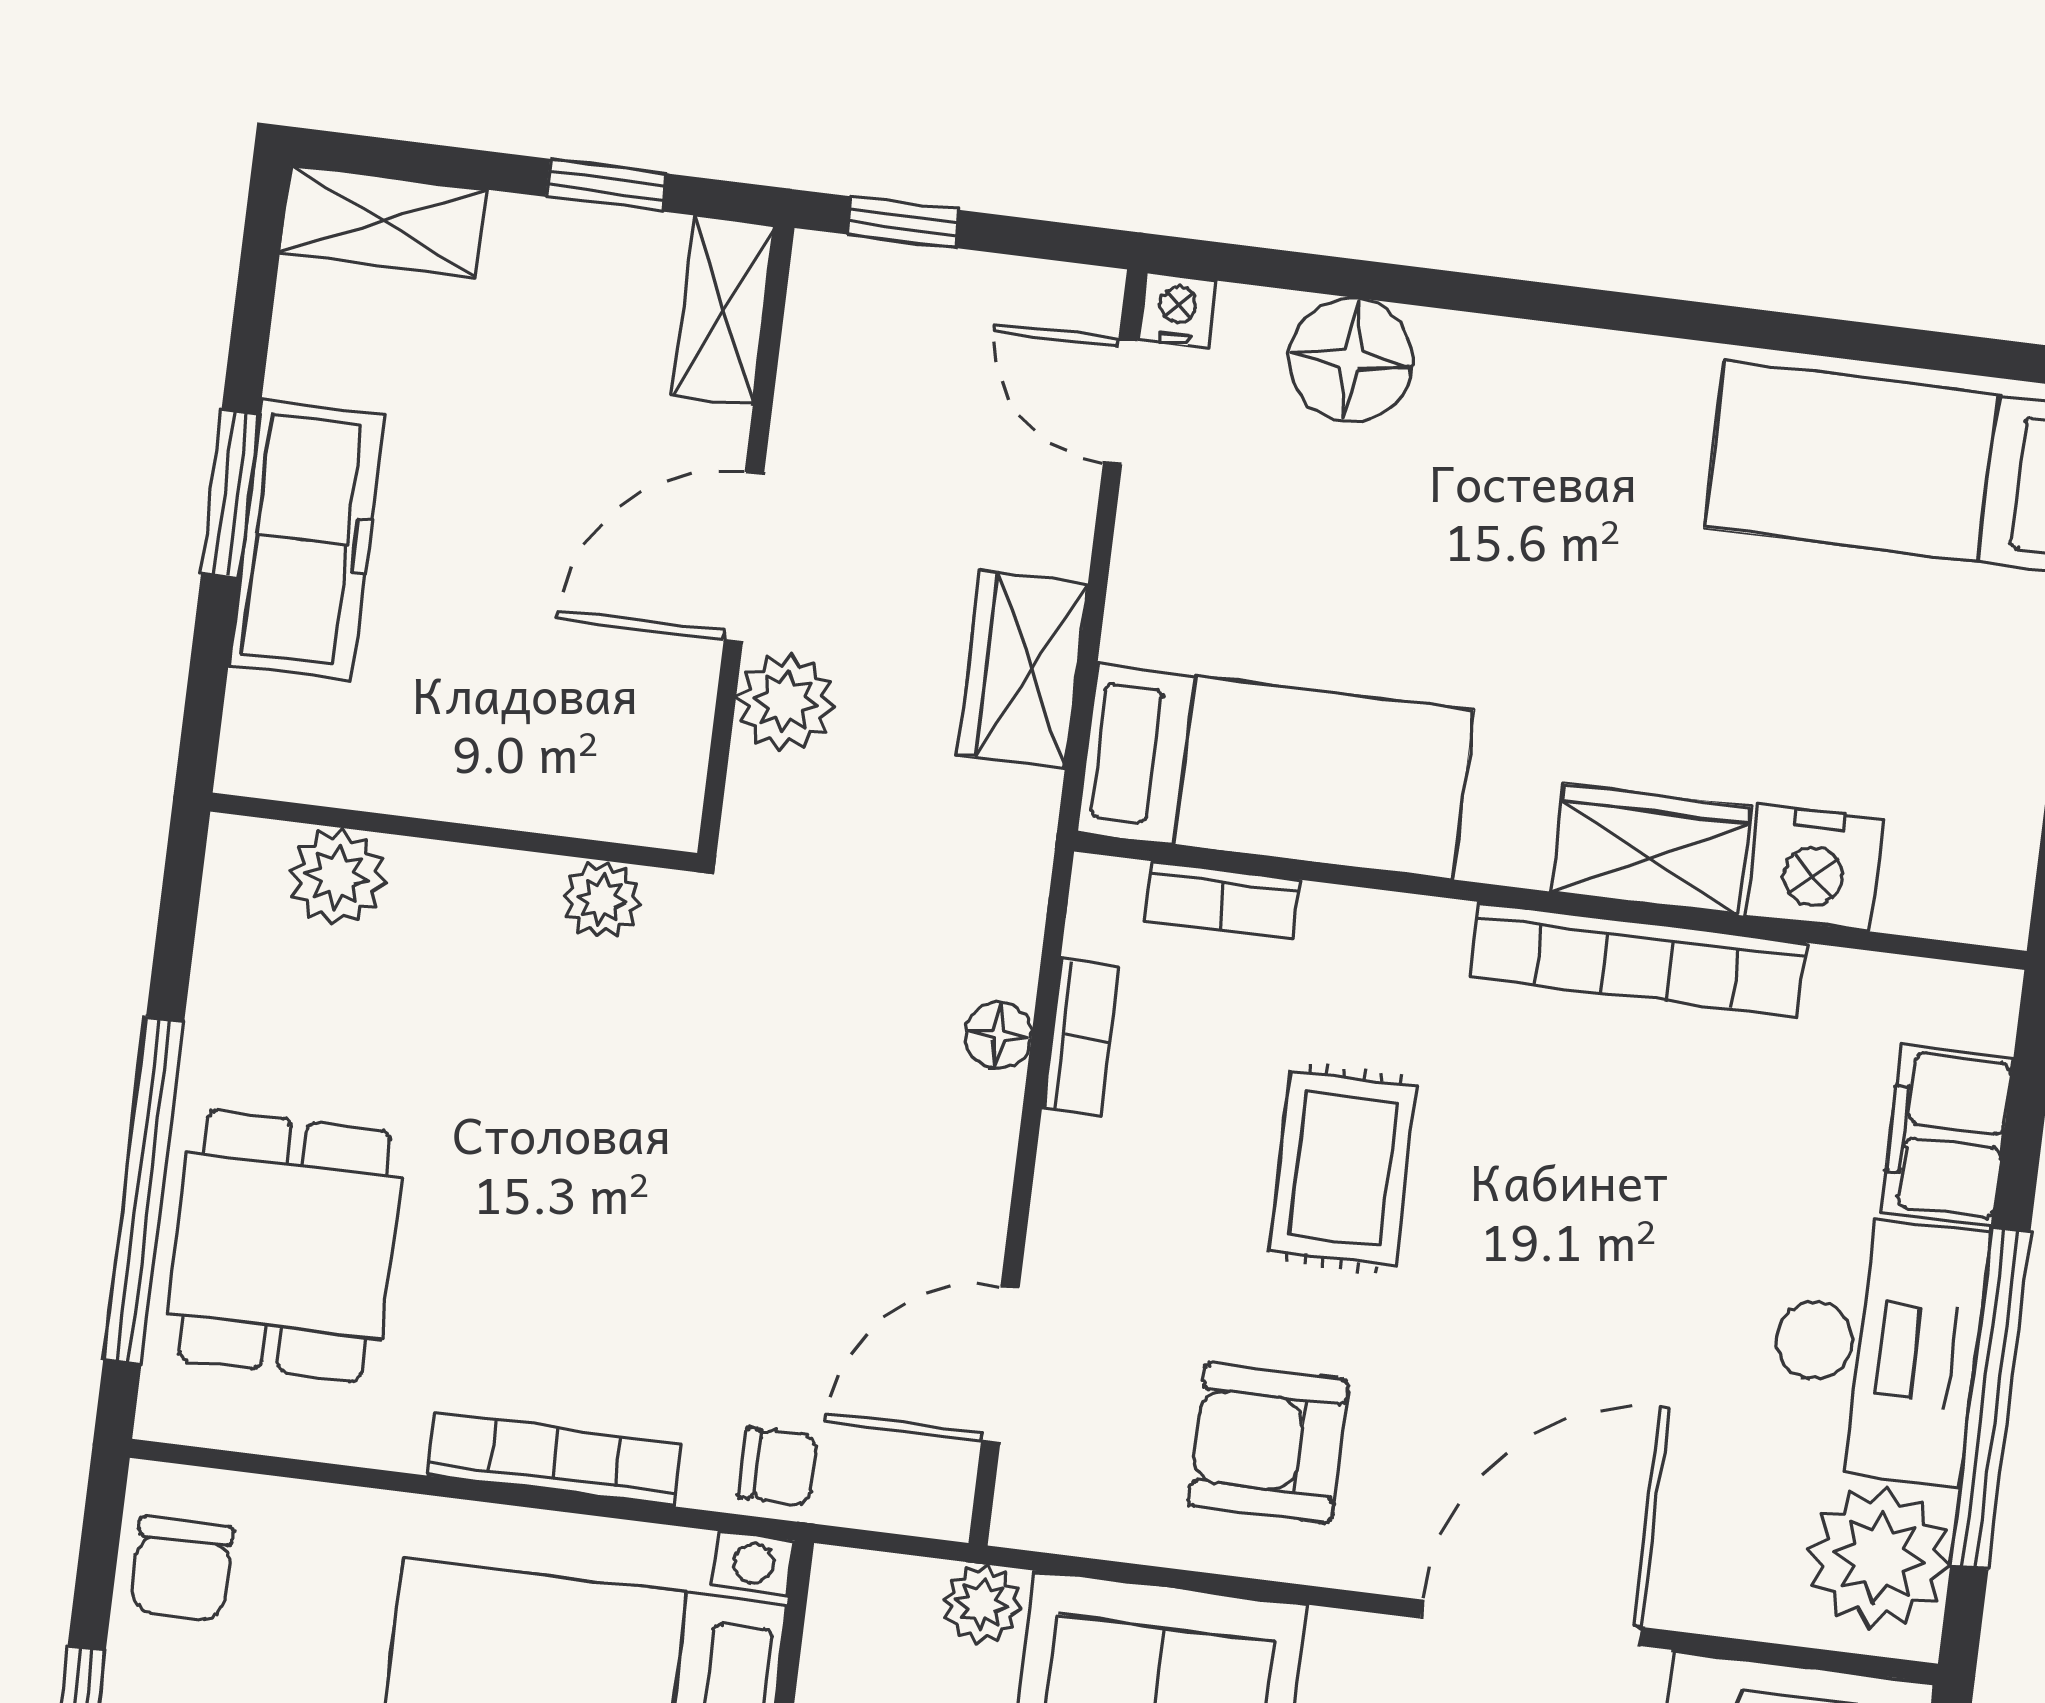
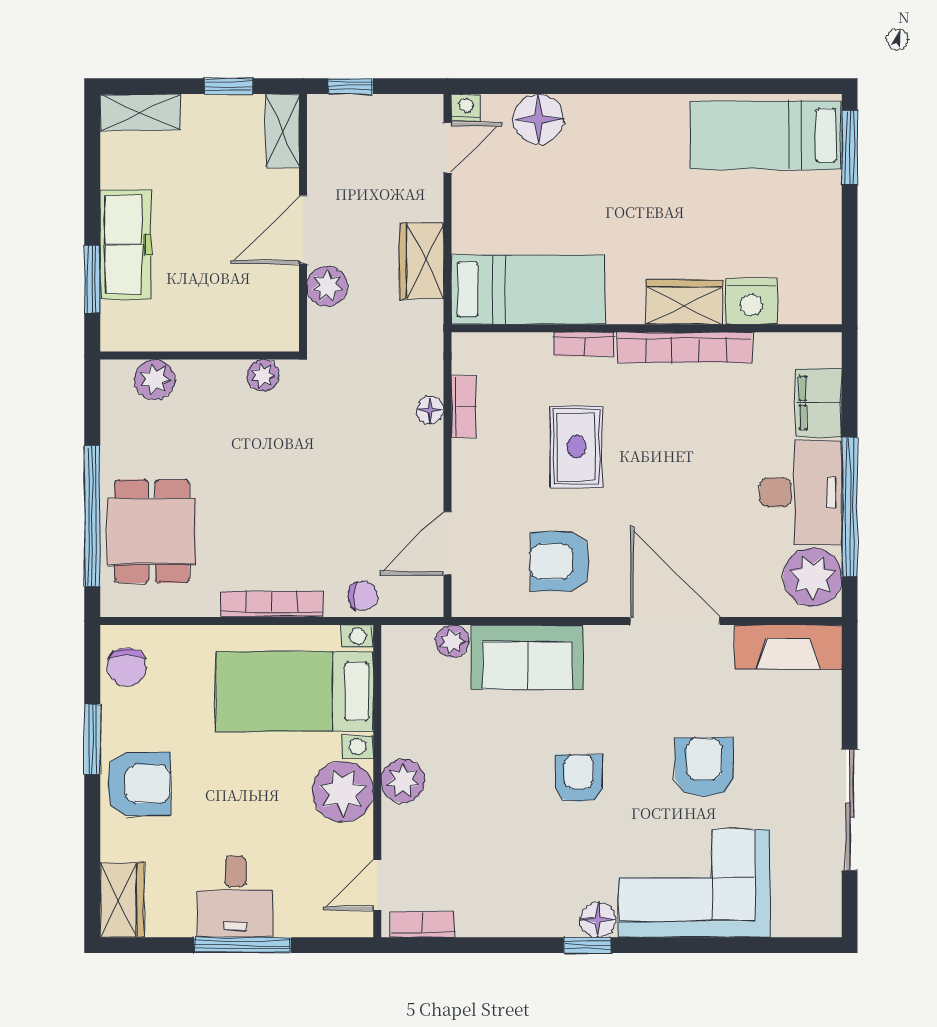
door: (1120, 402) -> (448, 148), swing flipped
window: (230, 494) -> (92, 279), moved
bookcase: (1222, 900) -> (584, 344), moved
door: (1531, 1623) -> (675, 621), hinge flipped

